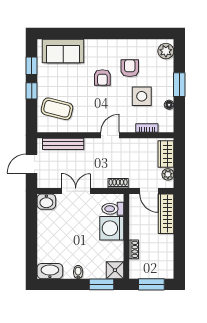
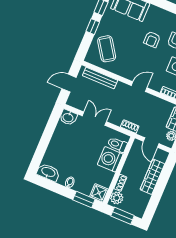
coffee table: (57, 109) -> (107, 49), turned 42
wardrobe: (166, 214) -> (152, 177), moved
plant: (137, 268) -> (117, 198), added

